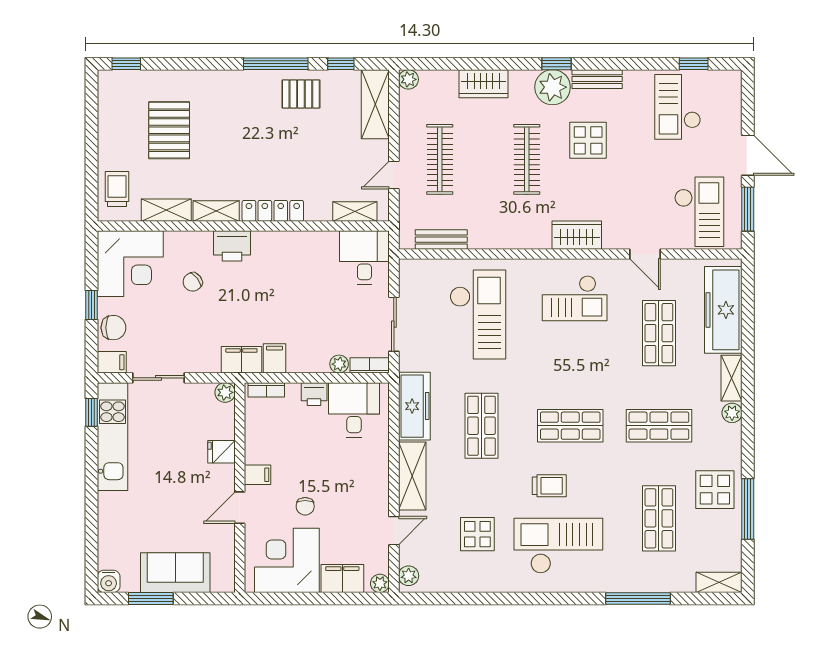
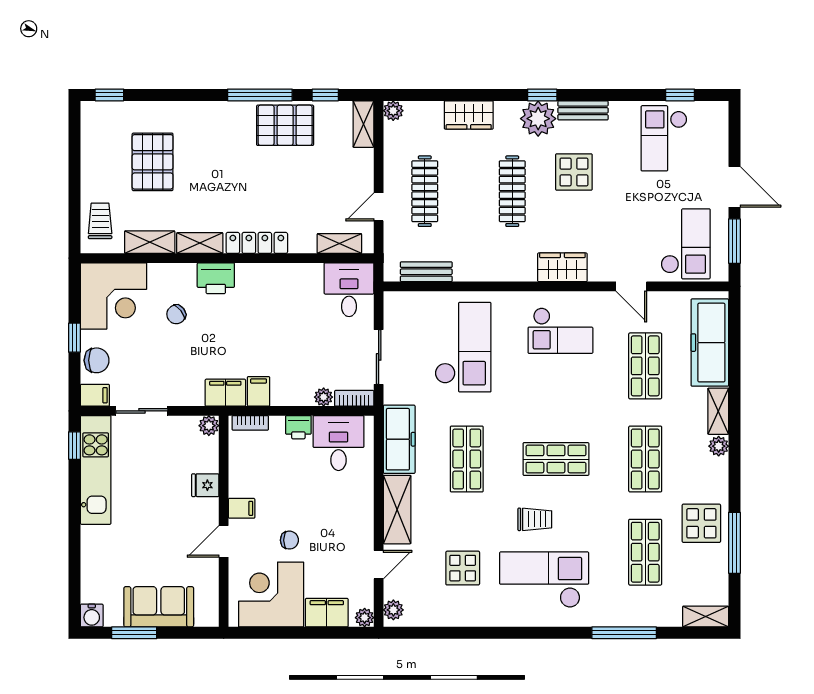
pallet: (301, 94) -> (285, 125), width x1.50, depth x1.42
shelving: (375, 104) -> (363, 124), width x0.67, depth x0.75
shop shelf: (659, 426) -> (645, 459), turned 90
chair: (305, 506) -> (289, 540), turned -90

